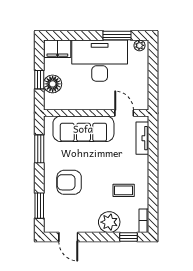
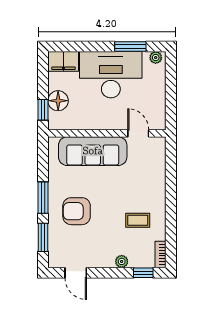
window: (39, 80) -> (43, 110), moved
tv unit: (142, 138) -> (159, 162), removed
window: (39, 149) -> (43, 198), moved
plant: (109, 222) -> (122, 261), width x0.53, depth x0.53

